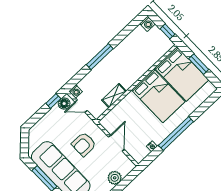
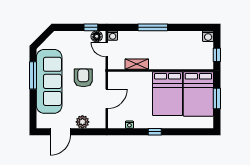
window: (176, 134) -> (155, 132), width x0.32
armchair: (84, 144) -> (83, 78), turned 90

